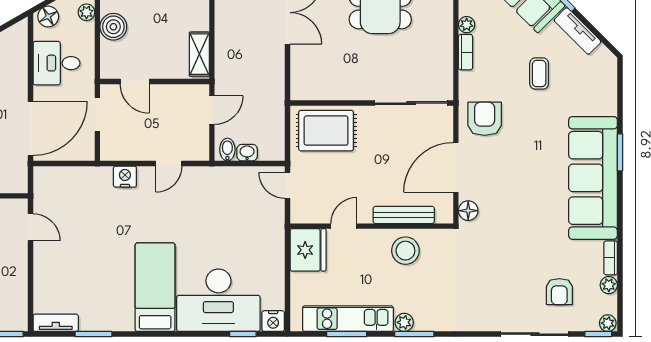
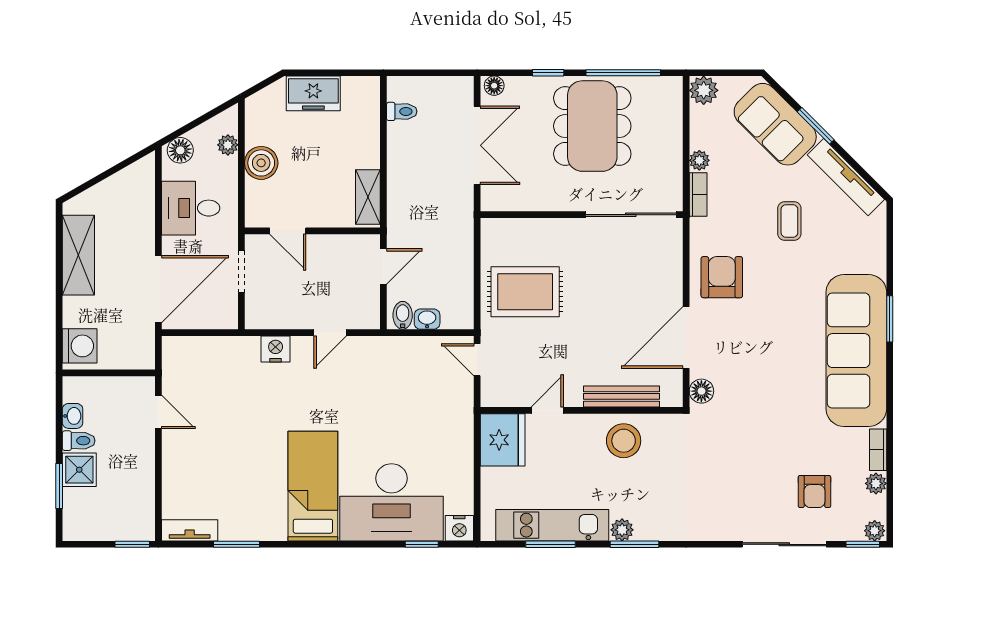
tv unit: (578, 31) -> (846, 177), width x1.41
wall: (372, 103) -> (582, 215), moved
sliding door: (411, 103) -> (631, 215), moved

